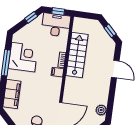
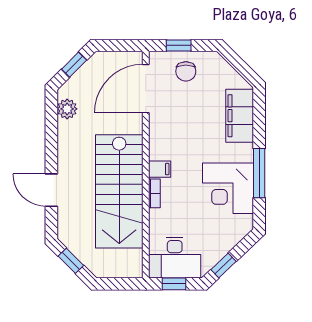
stairs: (77, 55) -> (119, 191), width x1.36, depth x1.51

